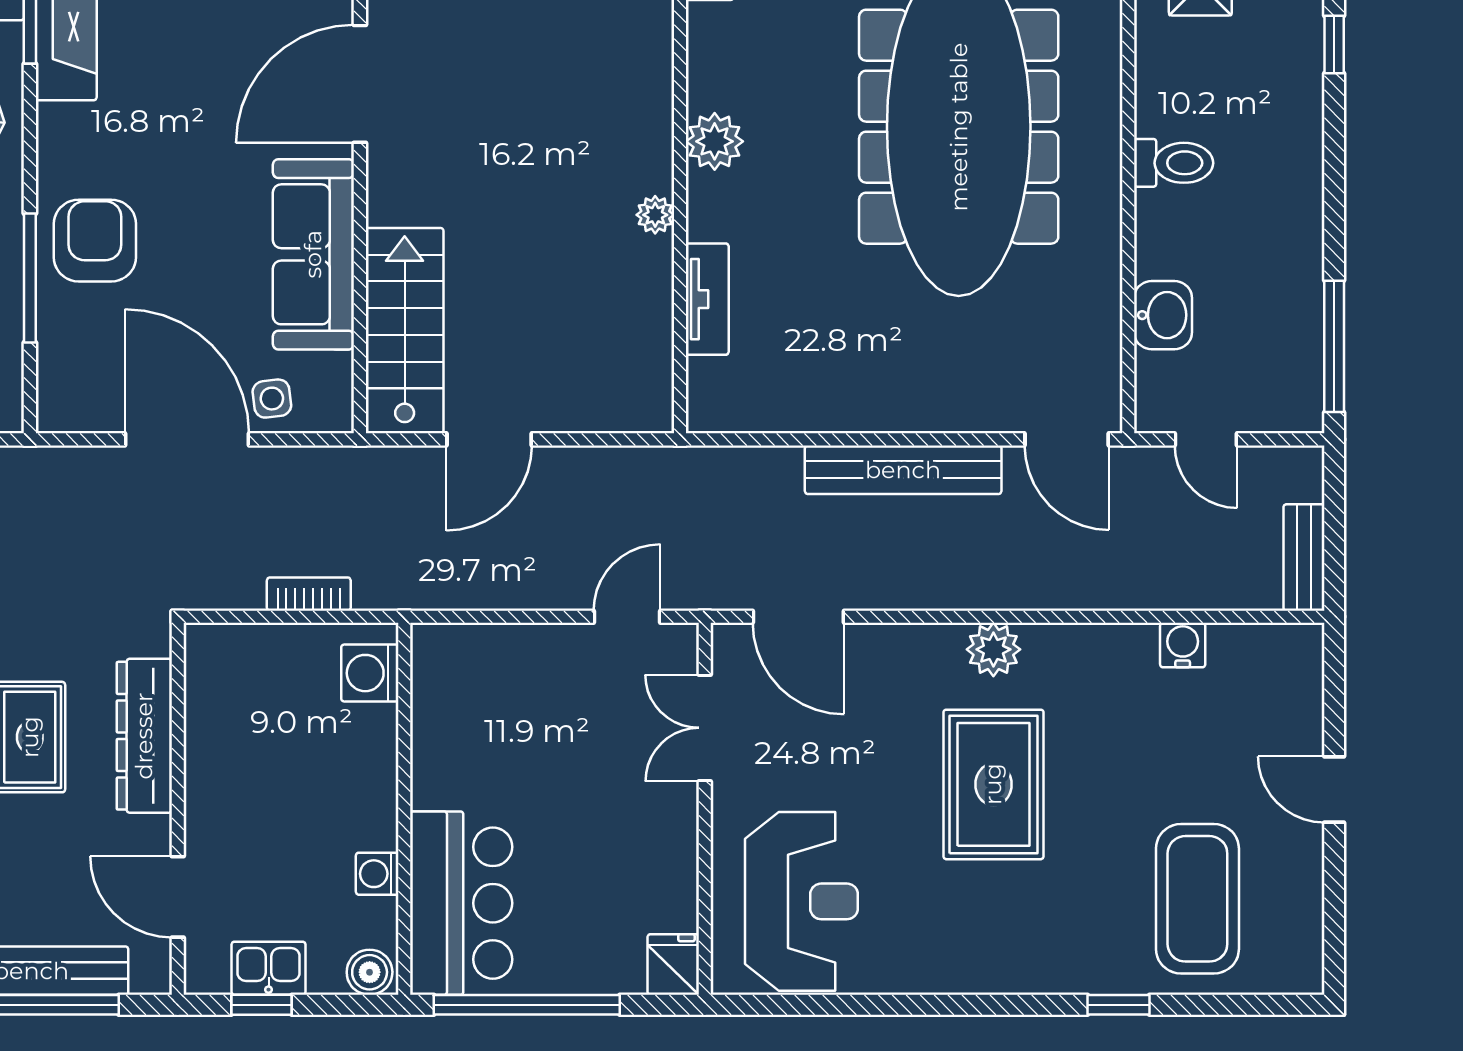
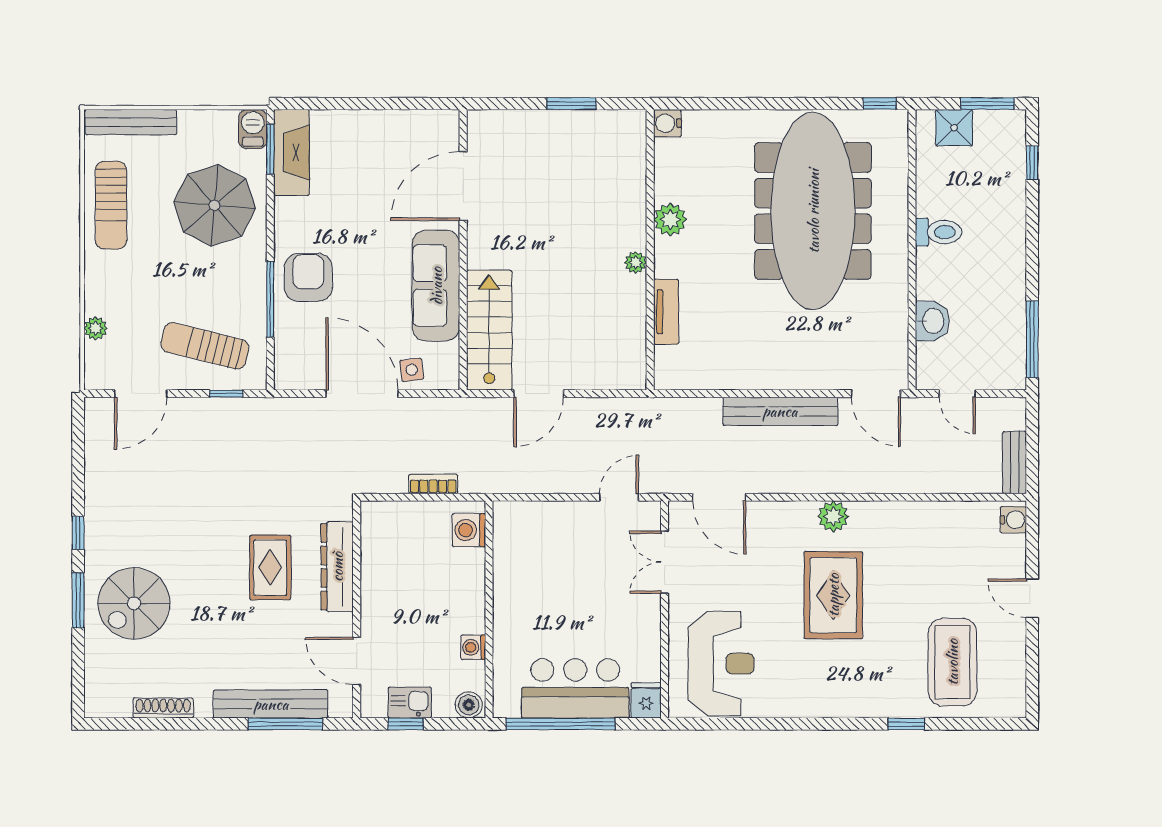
water cooler: (1183, 645) -> (1013, 520), moved, turned 90
bar counter: (461, 903) -> (575, 688), moved, turned -90

